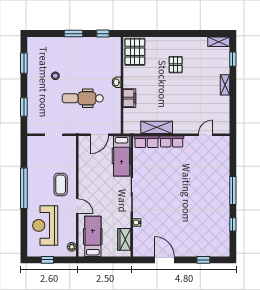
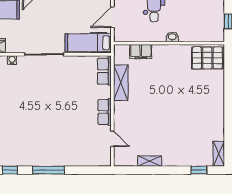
pallet: (176, 65) -> (193, 104), removed
shelving: (225, 85) -> (150, 161), moved
filing cabinet: (129, 98) -> (141, 52), moved
door: (99, 135) -> (112, 17), hinge flipped
row of seats: (172, 142) -> (105, 112), moved

